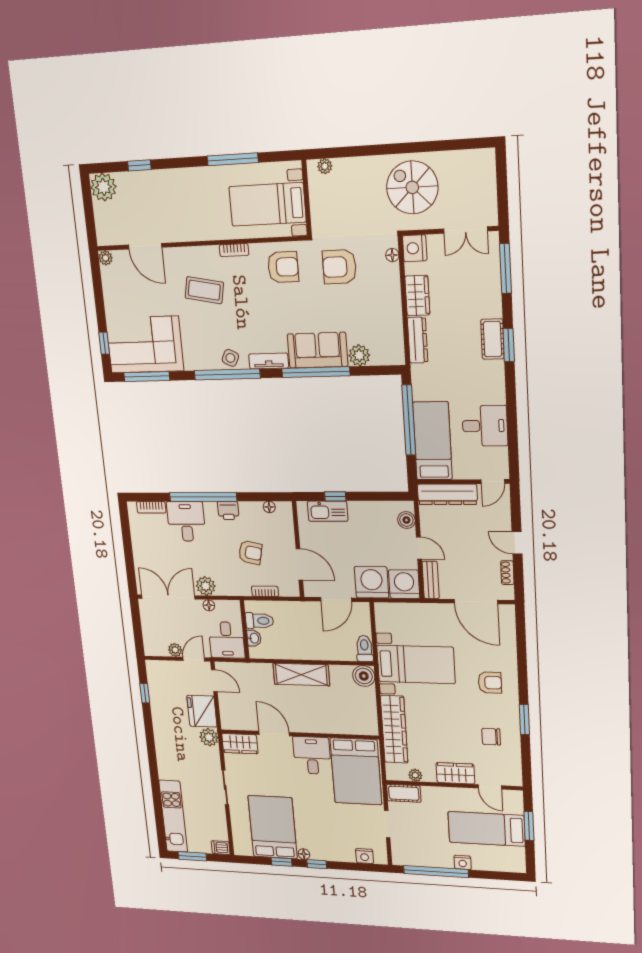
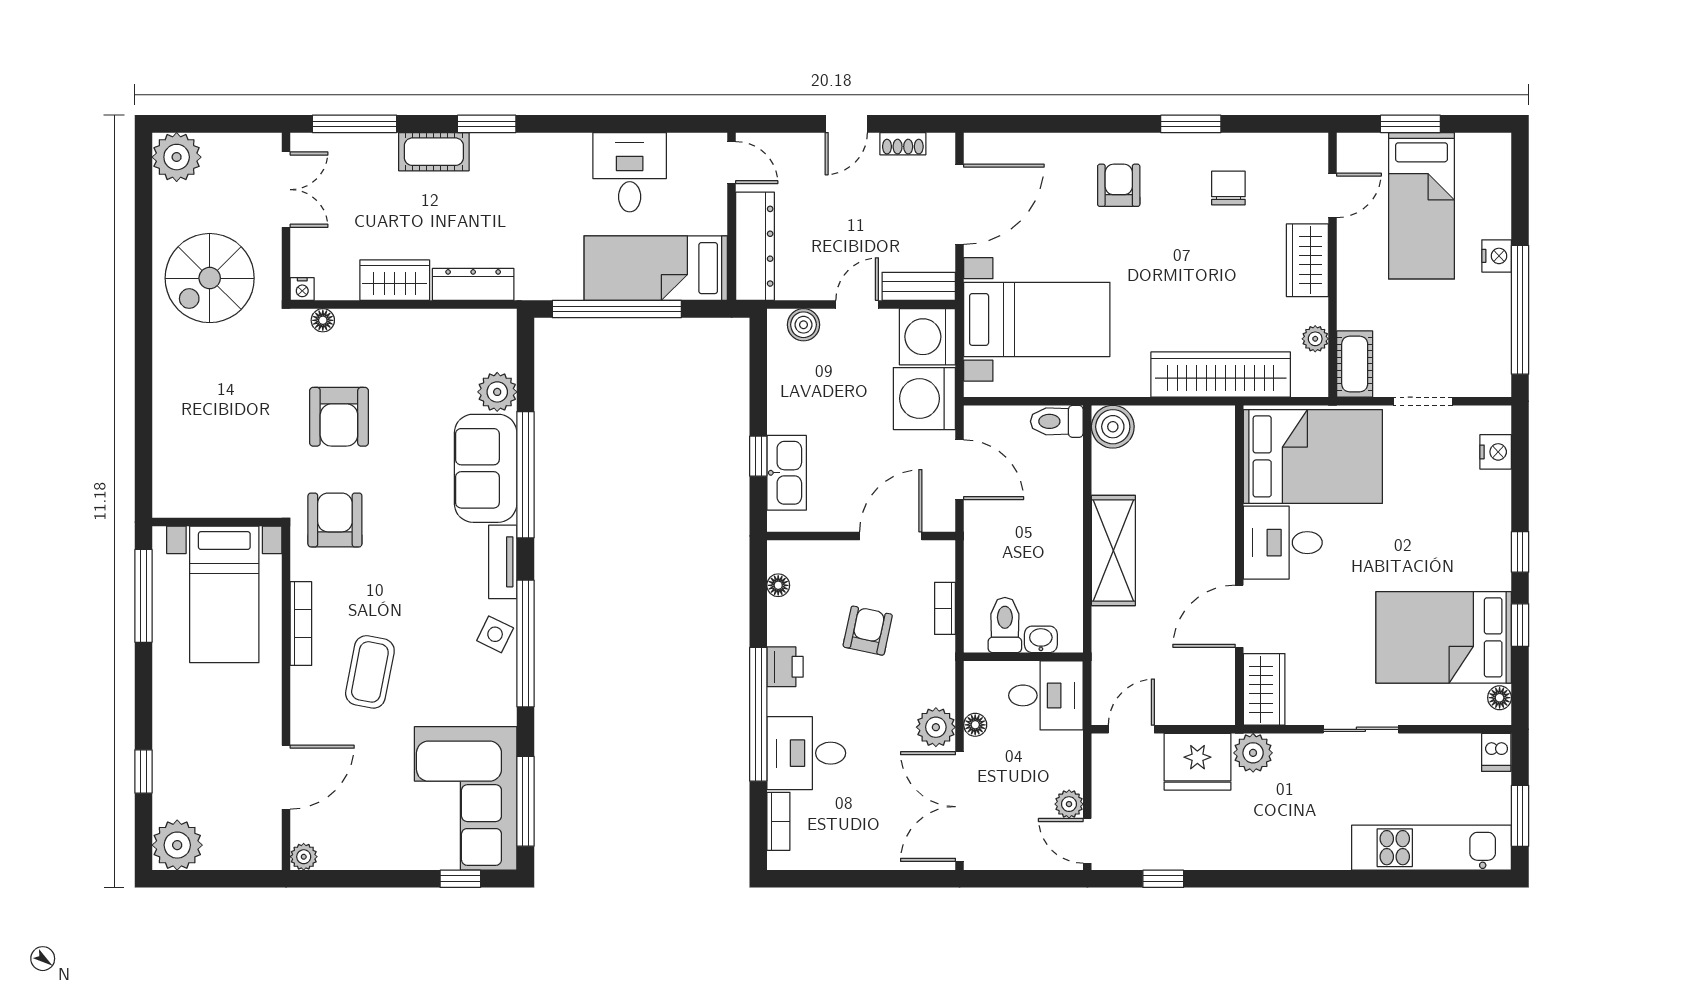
plant: (325, 166) -> (177, 157), moved, width x1.88, depth x1.88
wall: (307, 198) -> (217, 522), moved
bed with nightstands: (267, 204) -> (224, 594), moved
nightstand: (415, 248) -> (302, 289), width x0.53, depth x0.56
bookcase: (234, 250) -> (301, 624), width x1.56
cot: (493, 339) -> (434, 152), moved
door: (194, 659) -> (1087, 841), moved
bed with nightstands: (416, 664) -> (1037, 319), moved, turned 90
chair: (491, 737) -> (1228, 188), turned 180
floor lamp: (304, 854) -> (1500, 698), moved

